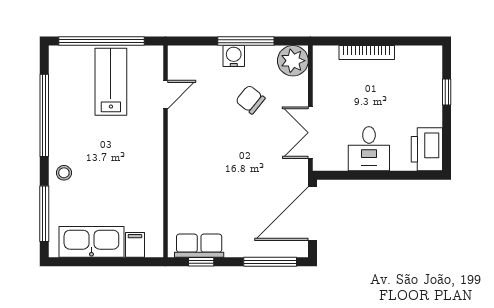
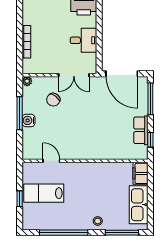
window: (101, 41) -> (20, 199), width x0.32
plant: (293, 61) -> (27, 81), width x0.53, depth x0.53
chair: (250, 100) -> (53, 100), moved
filing cabinet: (135, 245) -> (140, 173), width x2.00
row of seats: (199, 246) -> (141, 130), moved

